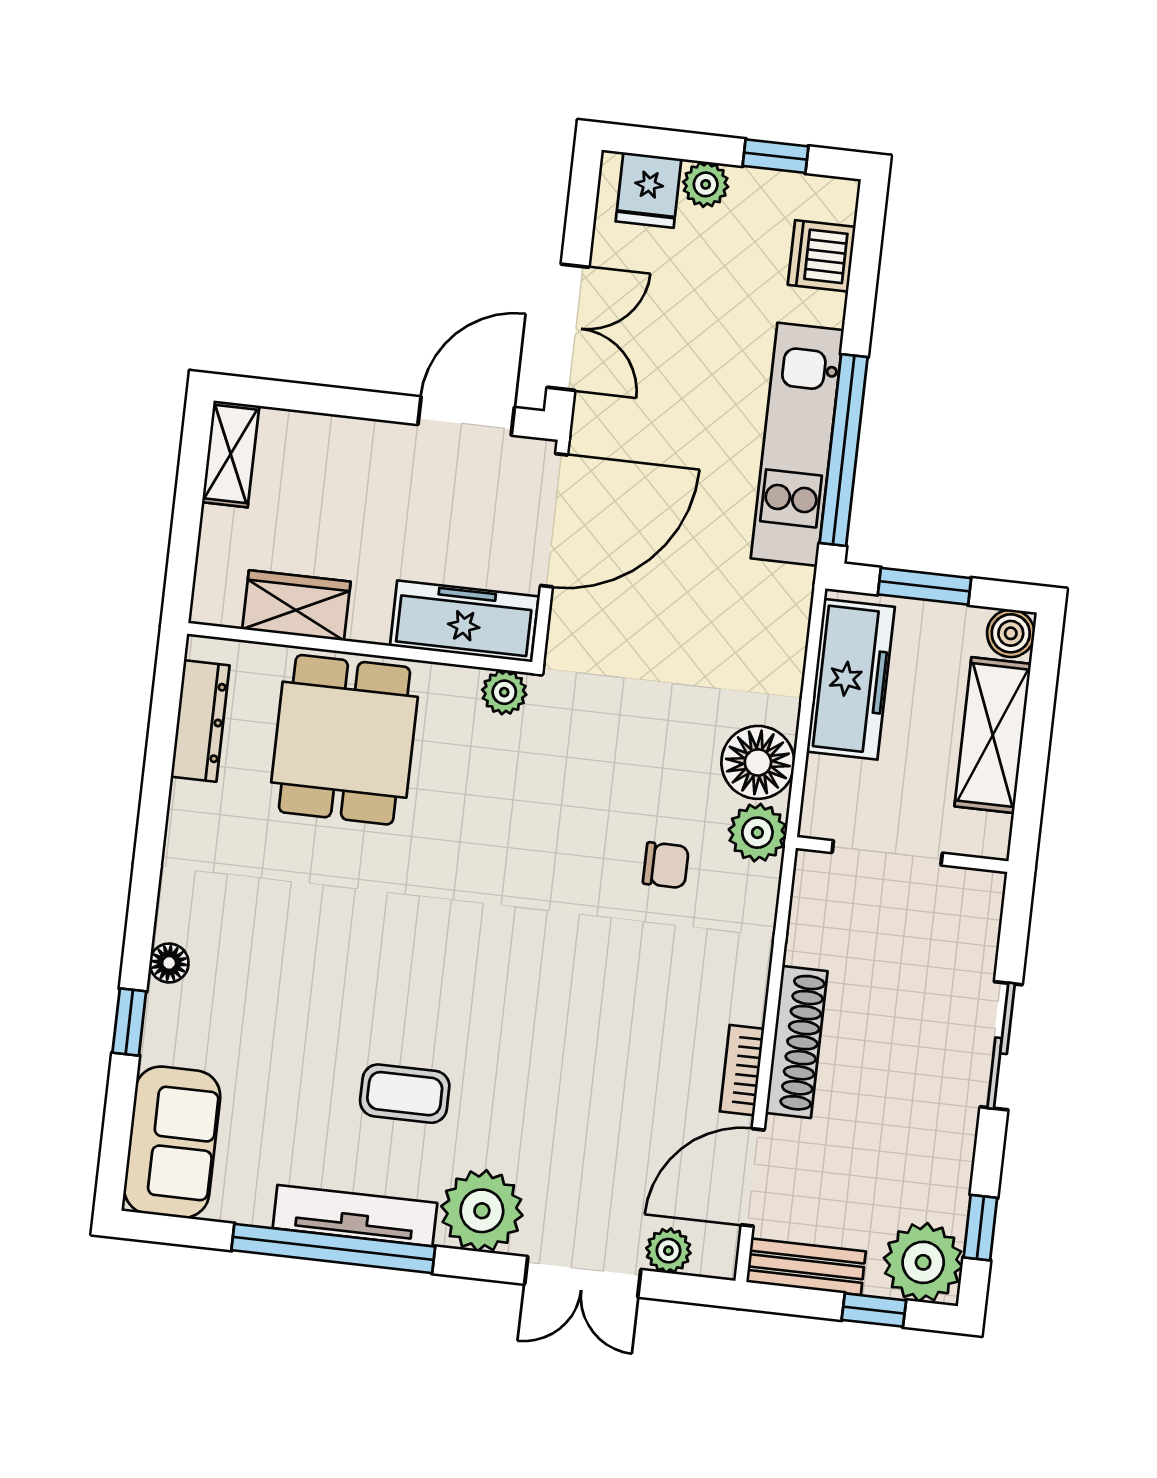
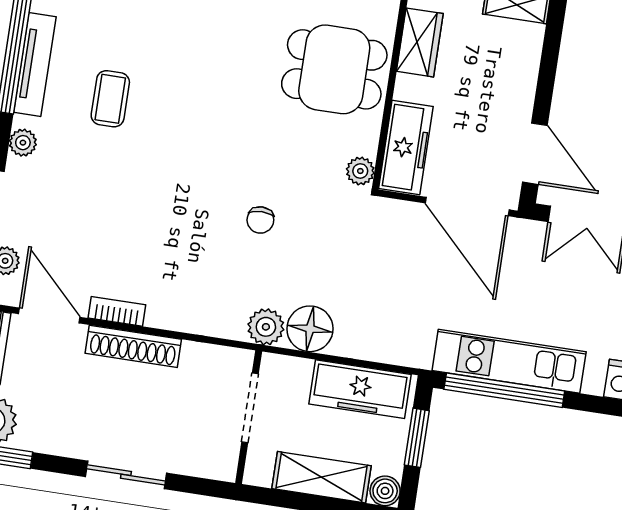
chair: (666, 865) -> (260, 220), moved
plant: (482, 1211) -> (23, 143), width x0.53, depth x0.53

